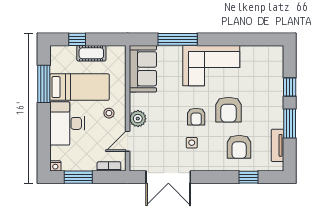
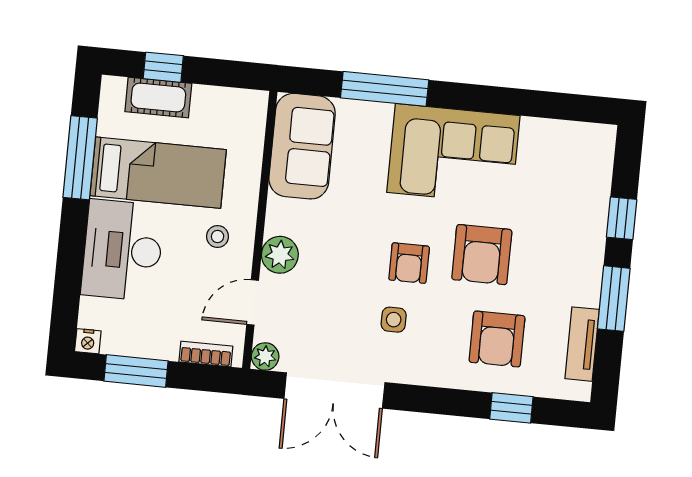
cot: (91, 53) -> (158, 98), moved
plant: (136, 165) -> (265, 356), added

